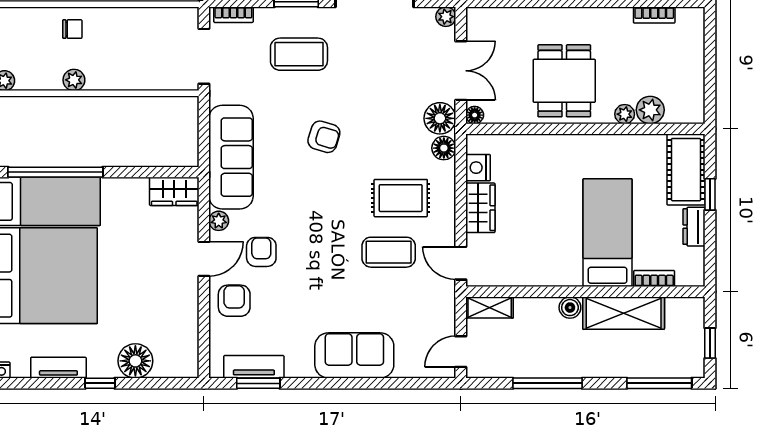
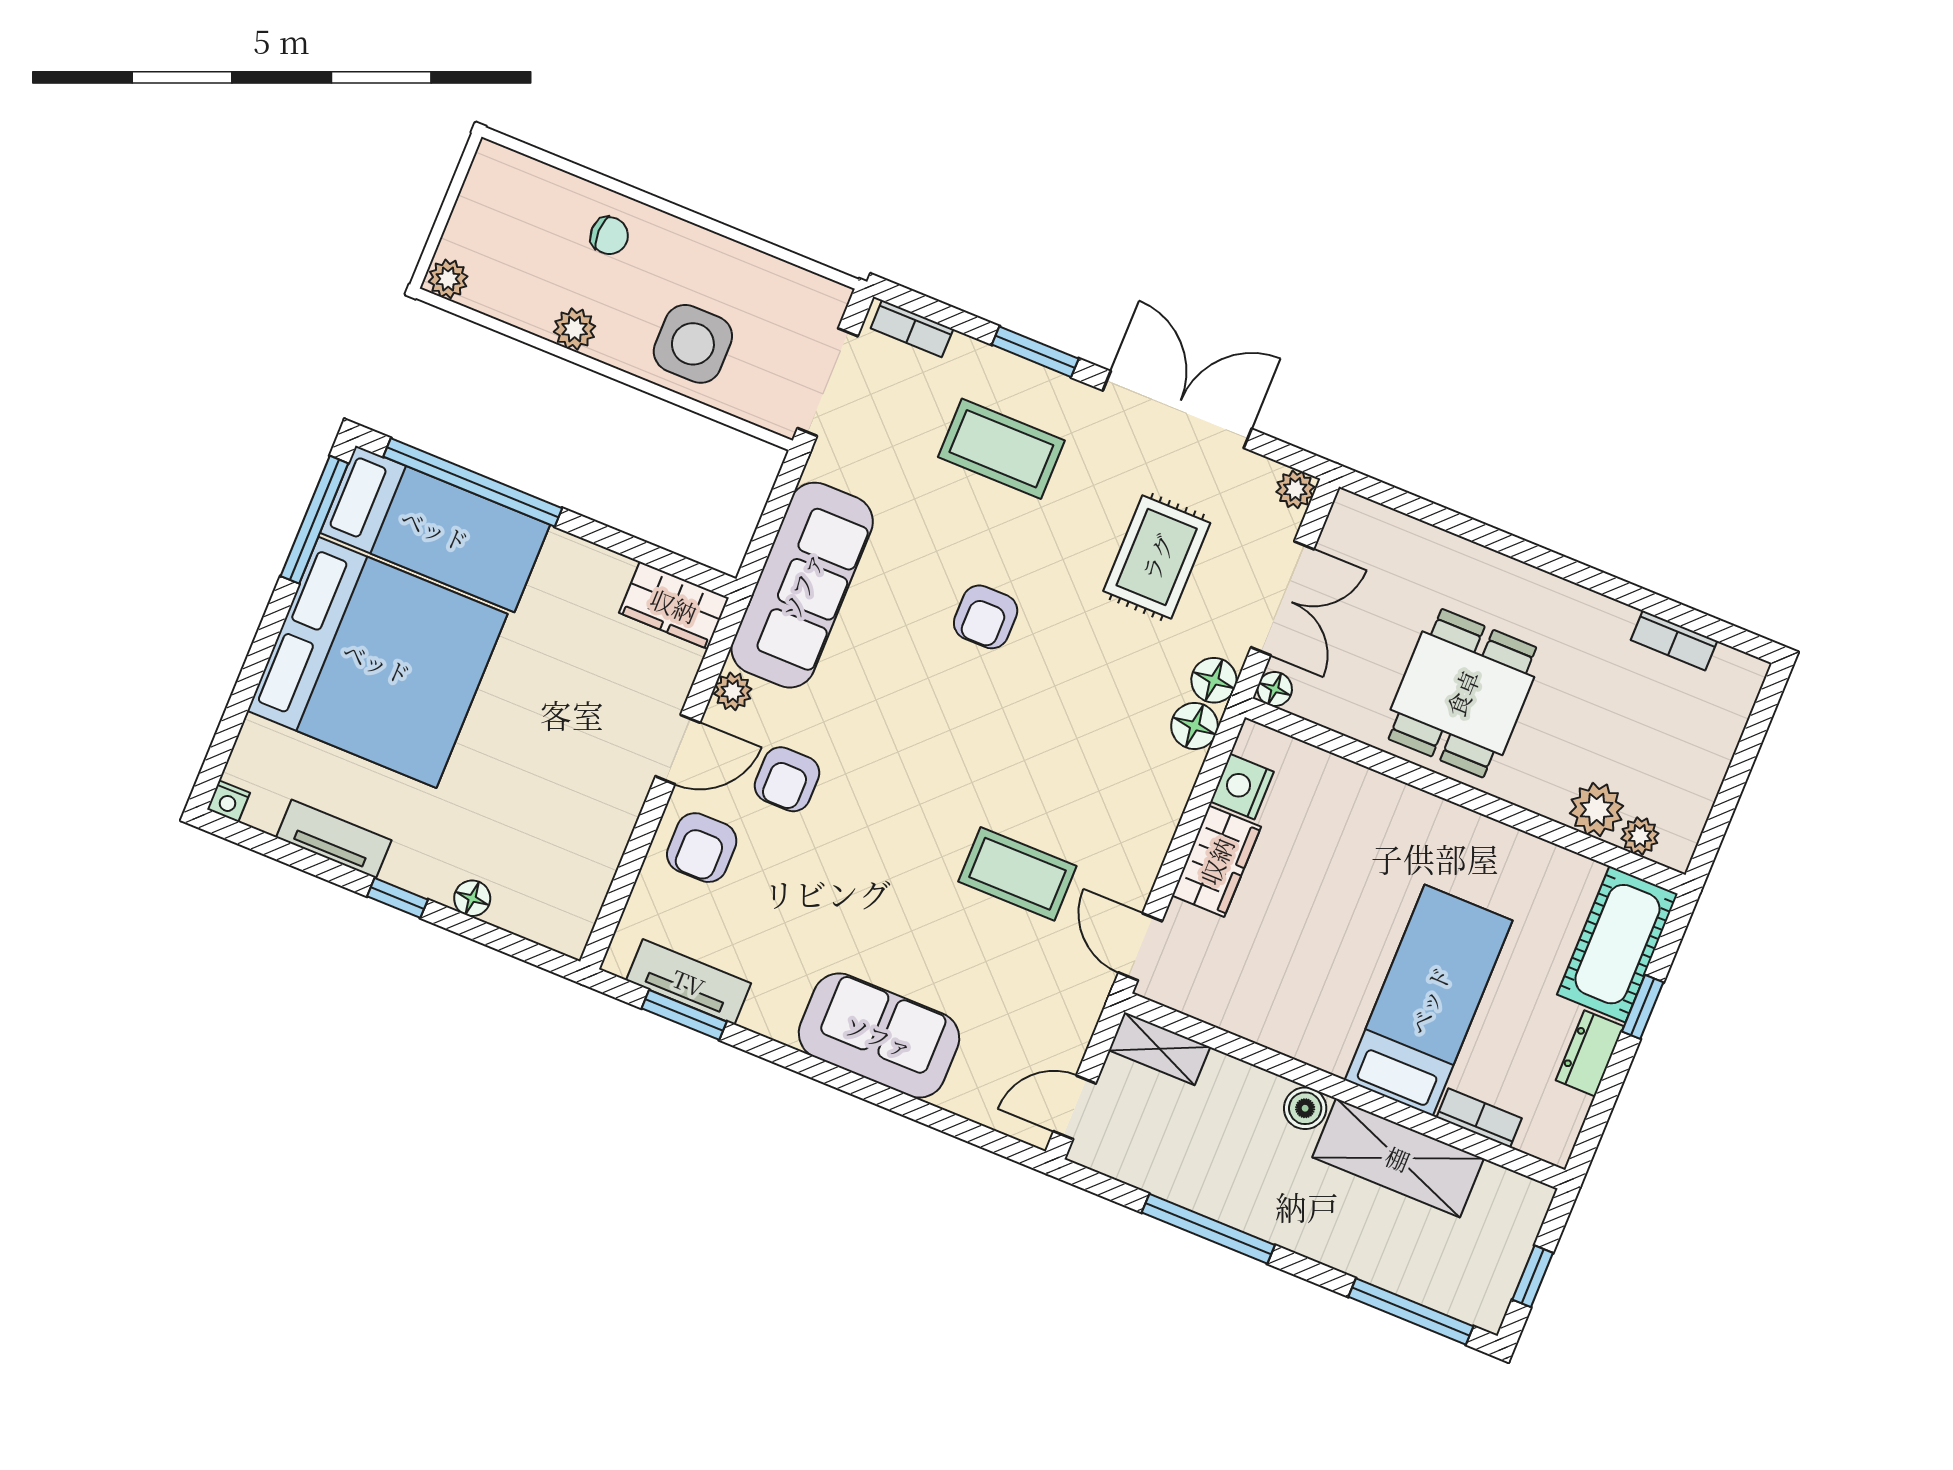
side table: (133, 64) -> (693, 344), added
plant: (625, 114) -> (1640, 836), moved
floor lamp: (440, 118) -> (1214, 680), width x0.73, depth x0.73
armchair: (324, 137) -> (986, 617), turned 73
rug: (401, 198) -> (1157, 557), moved, turned 90
armchair: (261, 252) -> (787, 779), turned 180
armchair: (234, 301) -> (702, 848), turned 180
floor lamp: (135, 361) -> (472, 898), width x0.53, depth x0.53

